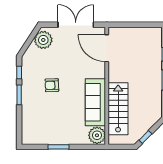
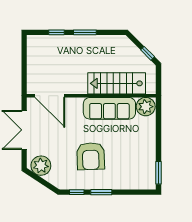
door: (107, 48) -> (50, 96), hinge flipped
armchair: (52, 85) -> (91, 156), width x1.88, depth x1.88
window: (58, 147) -> (158, 173), moved

